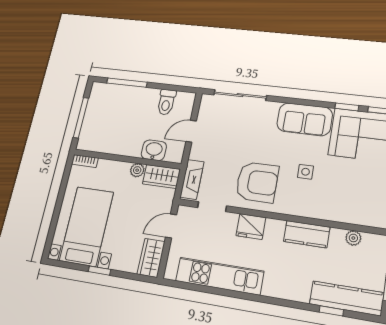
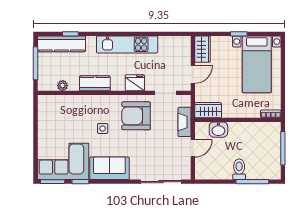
toilet: (166, 102) -> (239, 169), moved
plant: (137, 170) -> (228, 112), removed
fireplace: (192, 179) -> (184, 122), moved
kitchen unit: (220, 276) -> (127, 44), moved

